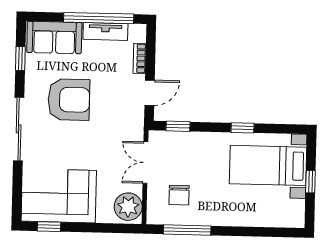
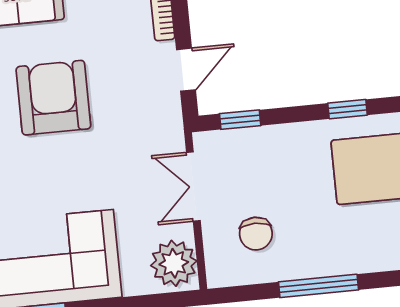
armchair: (69, 100) -> (53, 98), turned -90
window: (187, 230) -> (318, 286), moved

